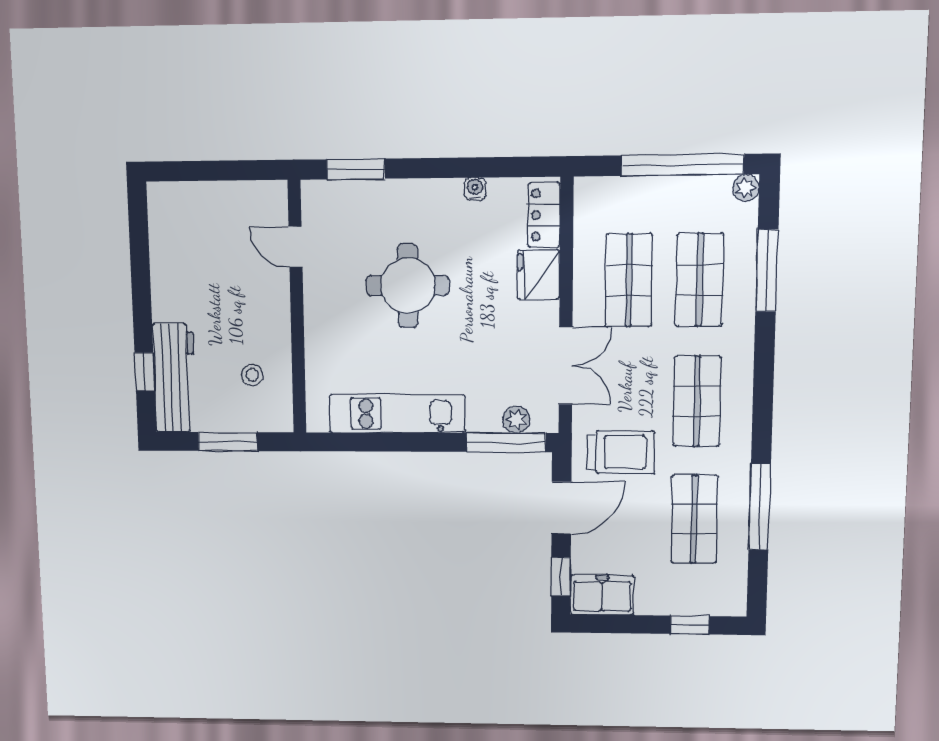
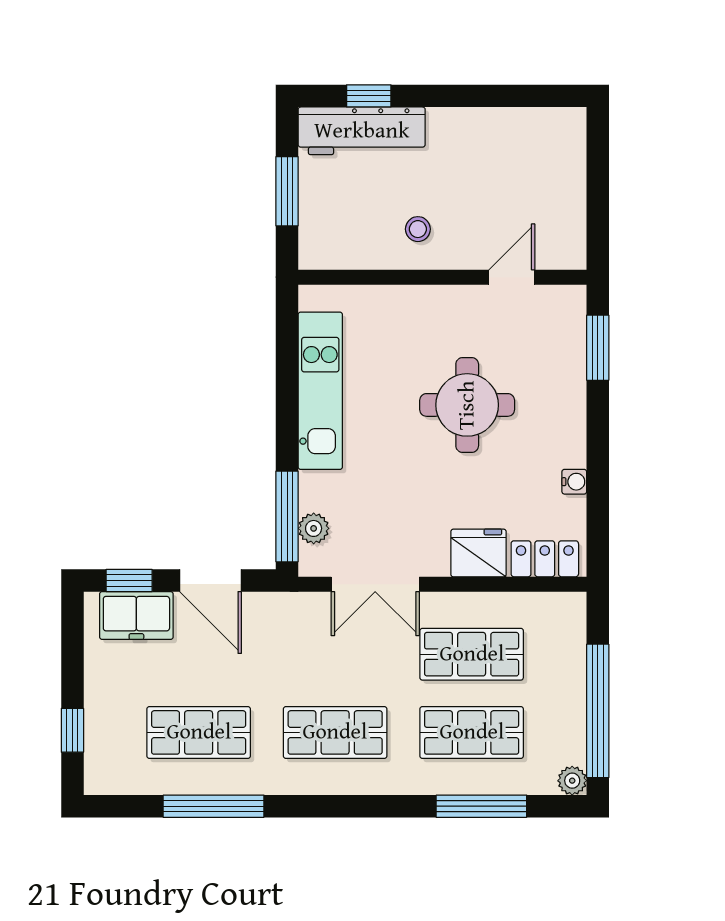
stool: (252, 375) -> (418, 229), moved
trolley: (620, 452) -> (276, 647), removed
freezer: (602, 595) -> (136, 616), moved, turned 90

